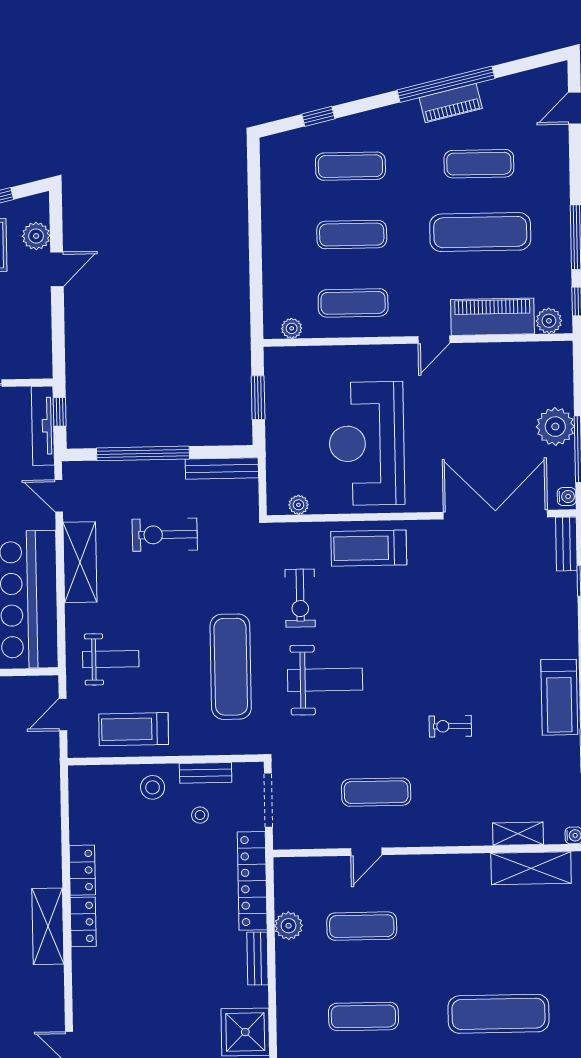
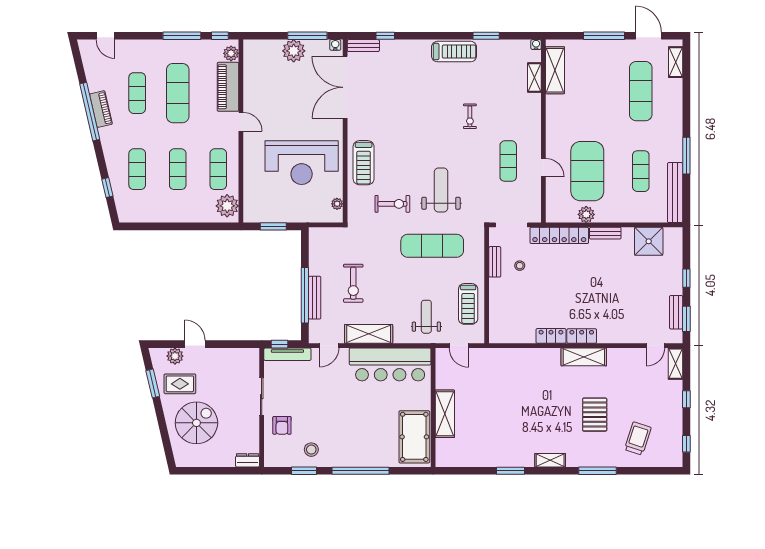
plant: (292, 328) -> (227, 206), width x1.88, depth x1.88
bench: (222, 468) -> (315, 298), moved
stool: (153, 787) -> (503, 293), removed
exercise mat: (362, 926) -> (587, 171), width x2.00, depth x1.45

